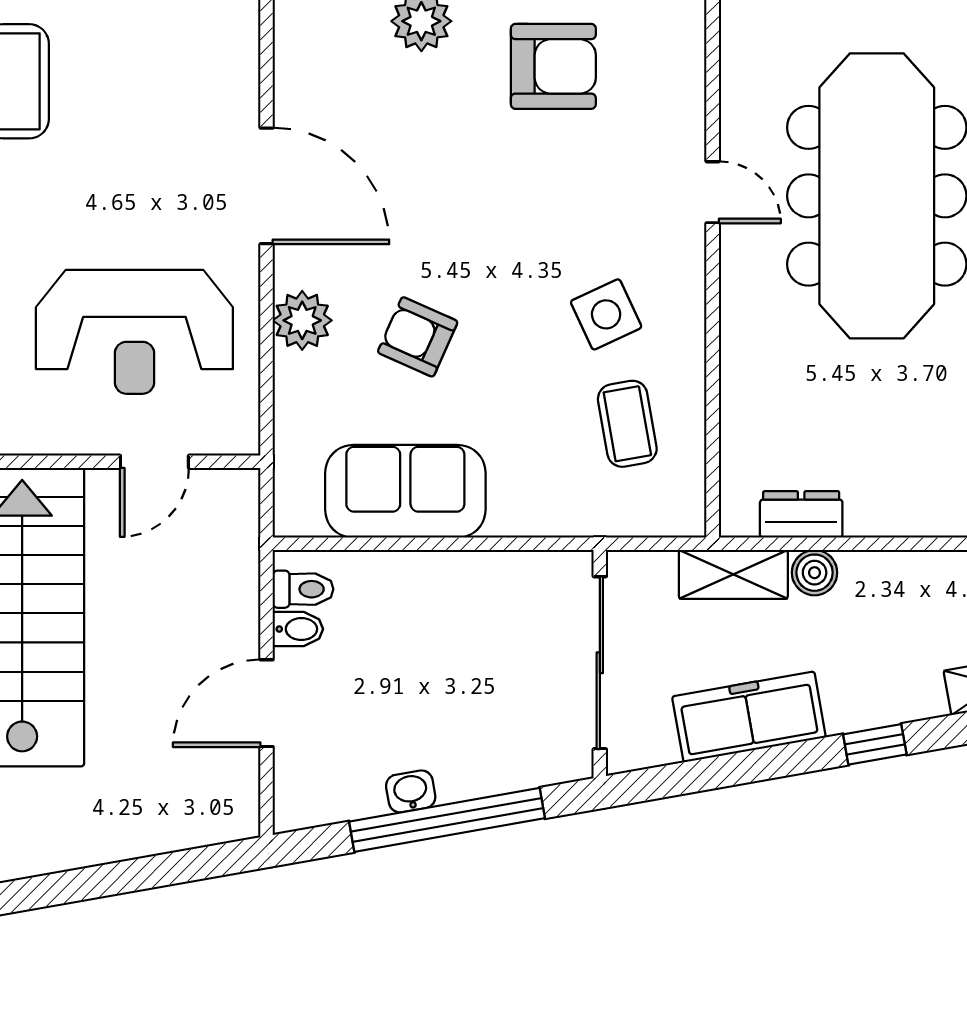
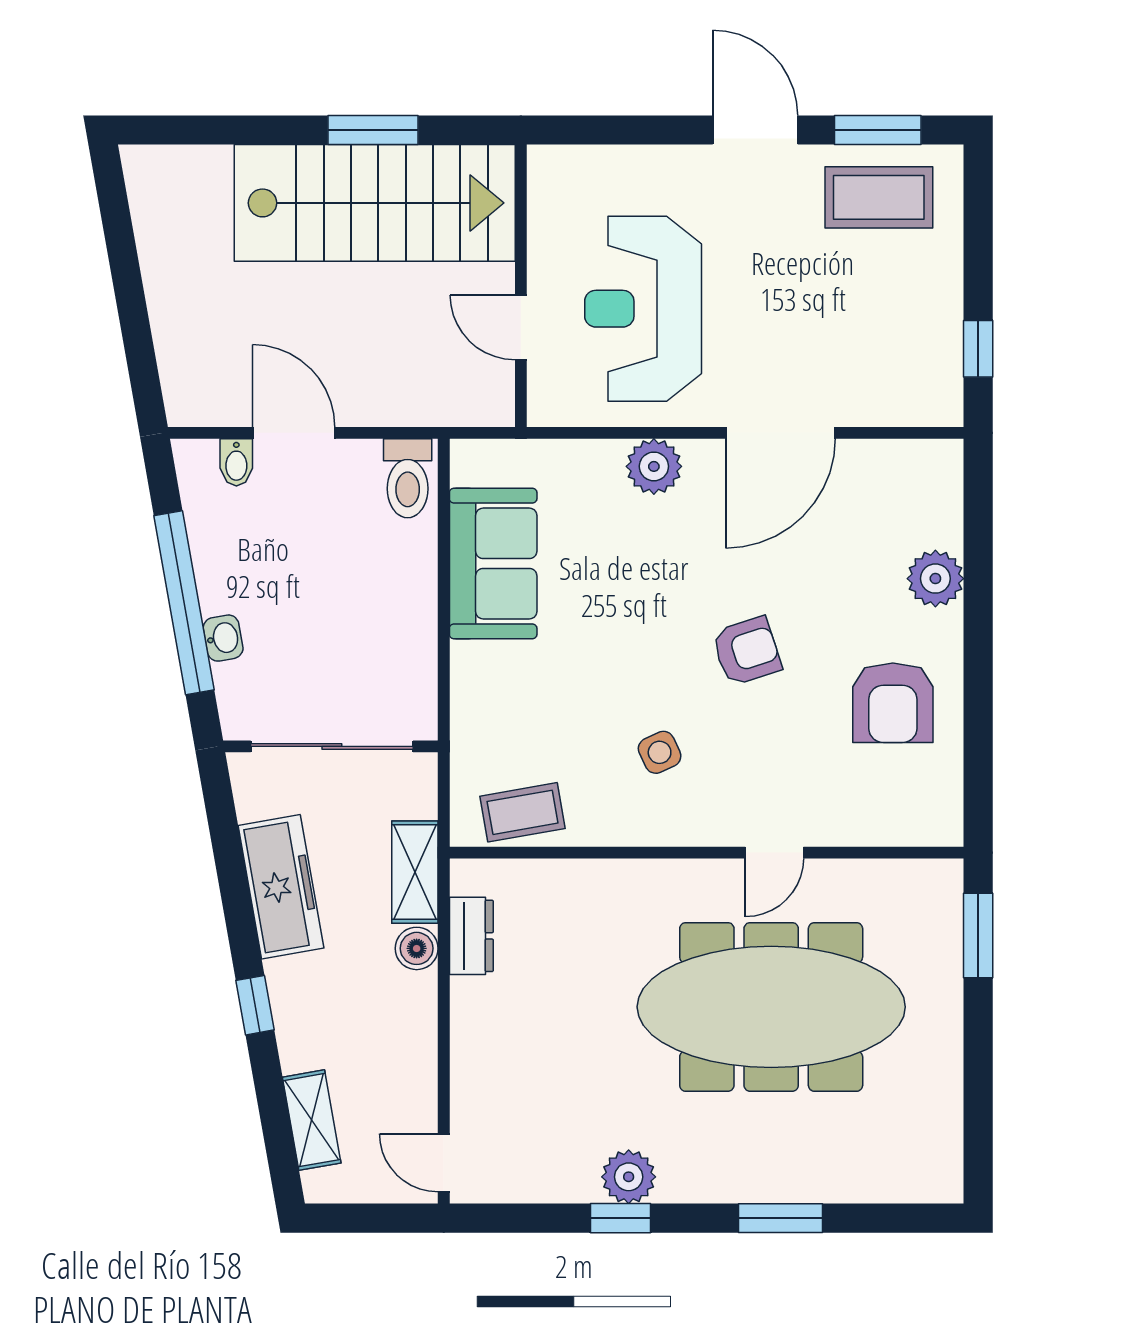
side table: (606, 314) -> (660, 752), width x0.73, depth x0.73
armchair: (418, 337) -> (747, 651), moved, turned 48
coffee table: (627, 424) -> (523, 812), moved
toilet: (303, 589) -> (408, 478), width x1.37, depth x1.39
bidet: (298, 629) -> (236, 462), moved
washbasin: (411, 791) -> (223, 638), moved

